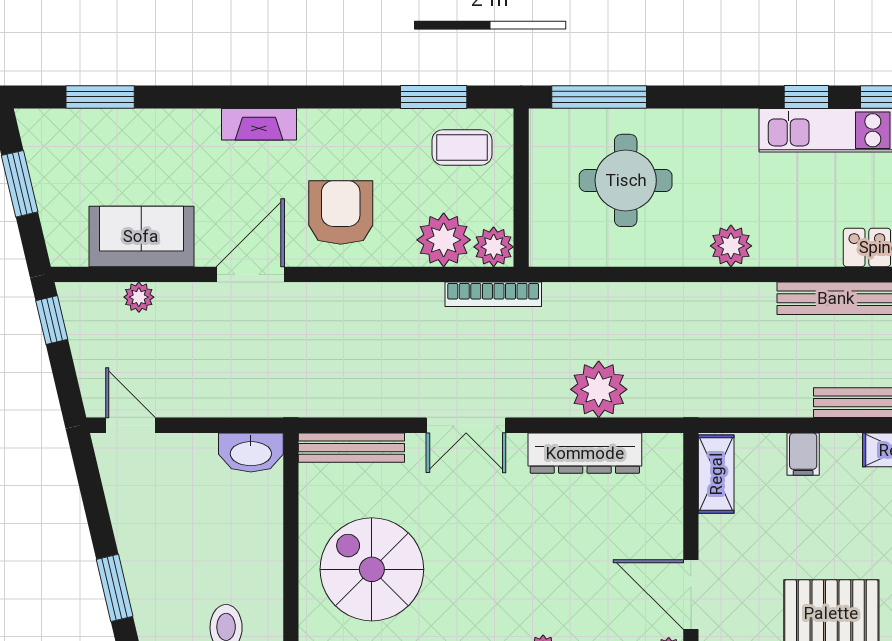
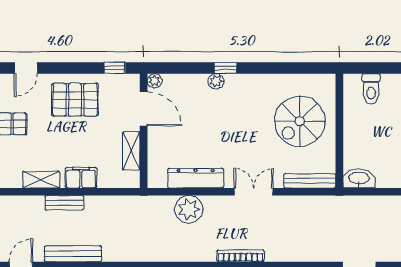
filing cabinet: (803, 454) -> (81, 178), width x2.00
shelving: (716, 474) -> (131, 151), moved
spiral stairs: (372, 569) -> (300, 121), turned 90

